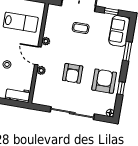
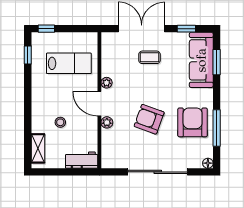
sofa: (119, 31) -> (201, 60), width x1.36
window: (127, 51) -> (217, 62), moved
armchair: (73, 73) -> (149, 119), turned 110
window: (121, 88) -> (217, 128), width x2.17

